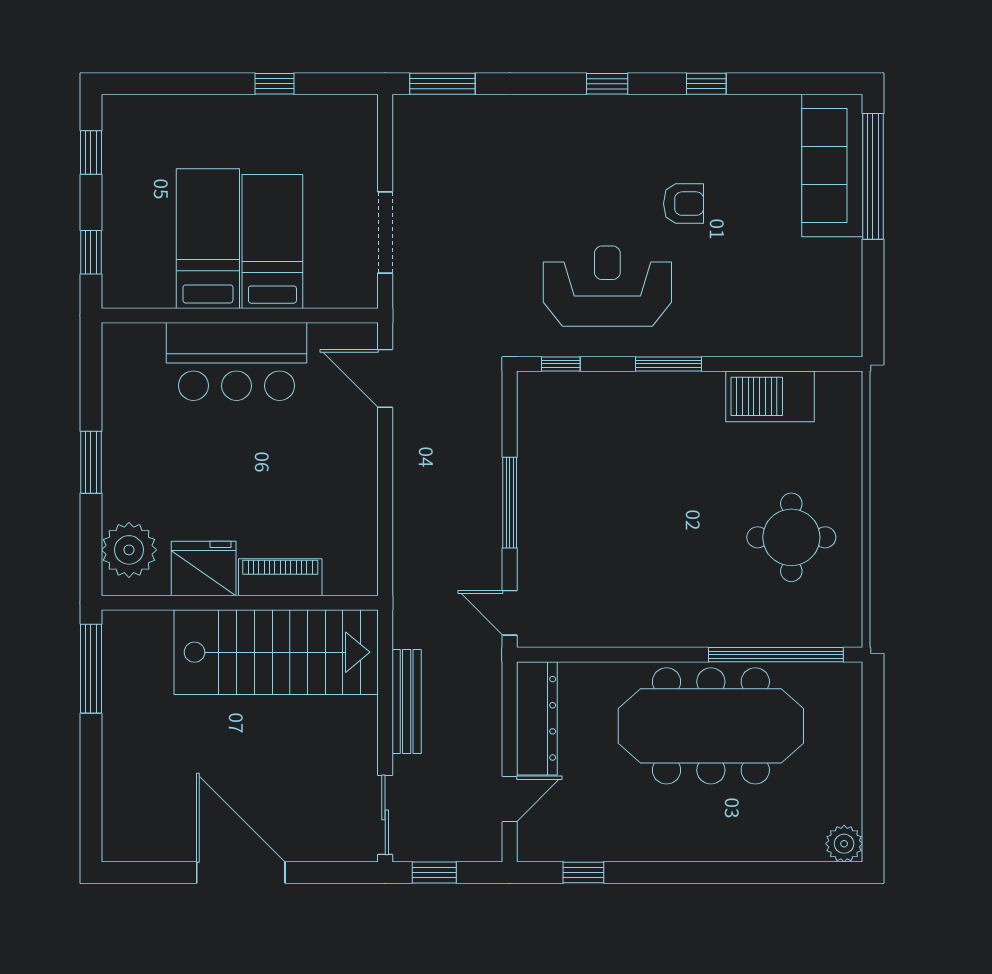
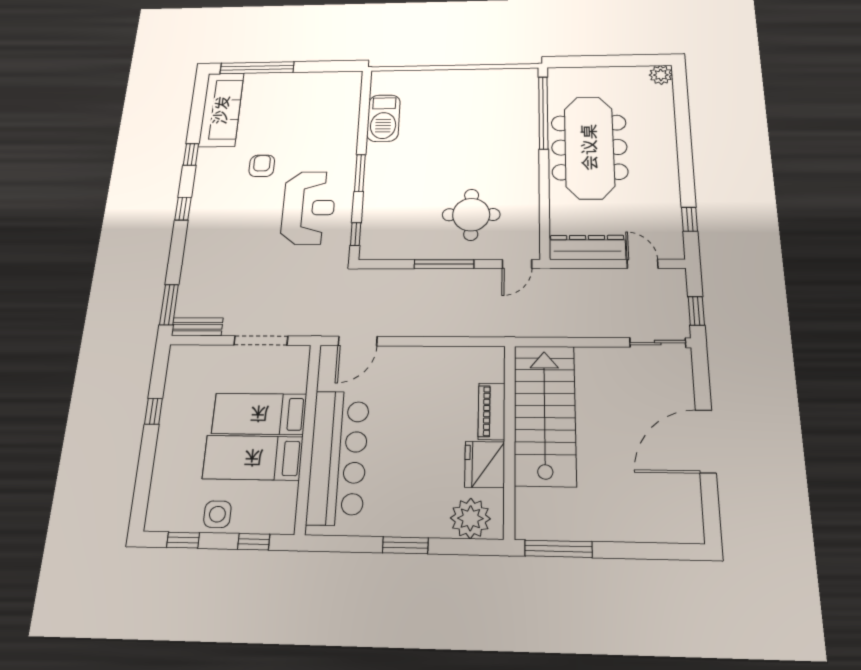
sofa: (832, 165) -> (221, 110), moved, turned -90
side table: (127, 197) -> (217, 514), added
reception desk: (607, 286) -> (308, 208), turned 180
bar counter: (237, 361) -> (338, 457), width x1.36
round table: (791, 537) -> (471, 215), moved
bench: (407, 702) -> (197, 327), moved, width x0.73

